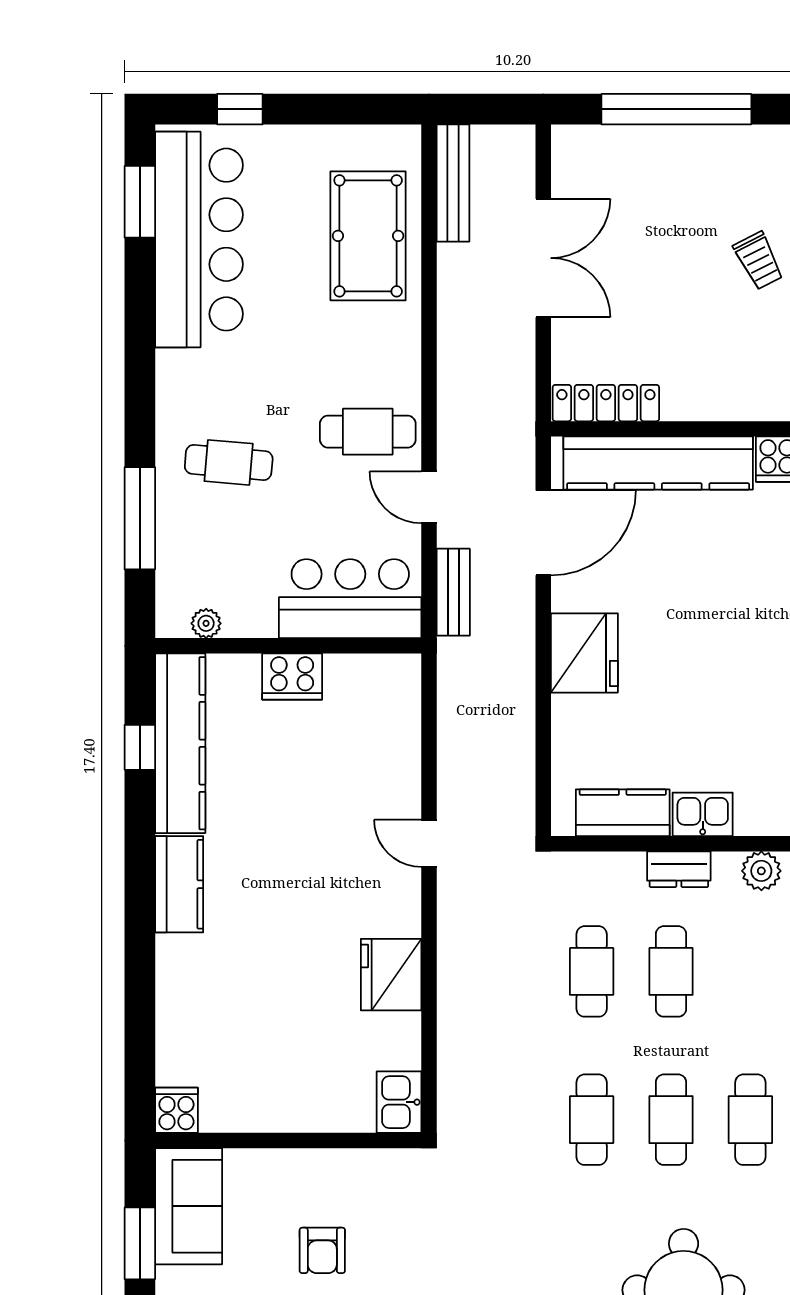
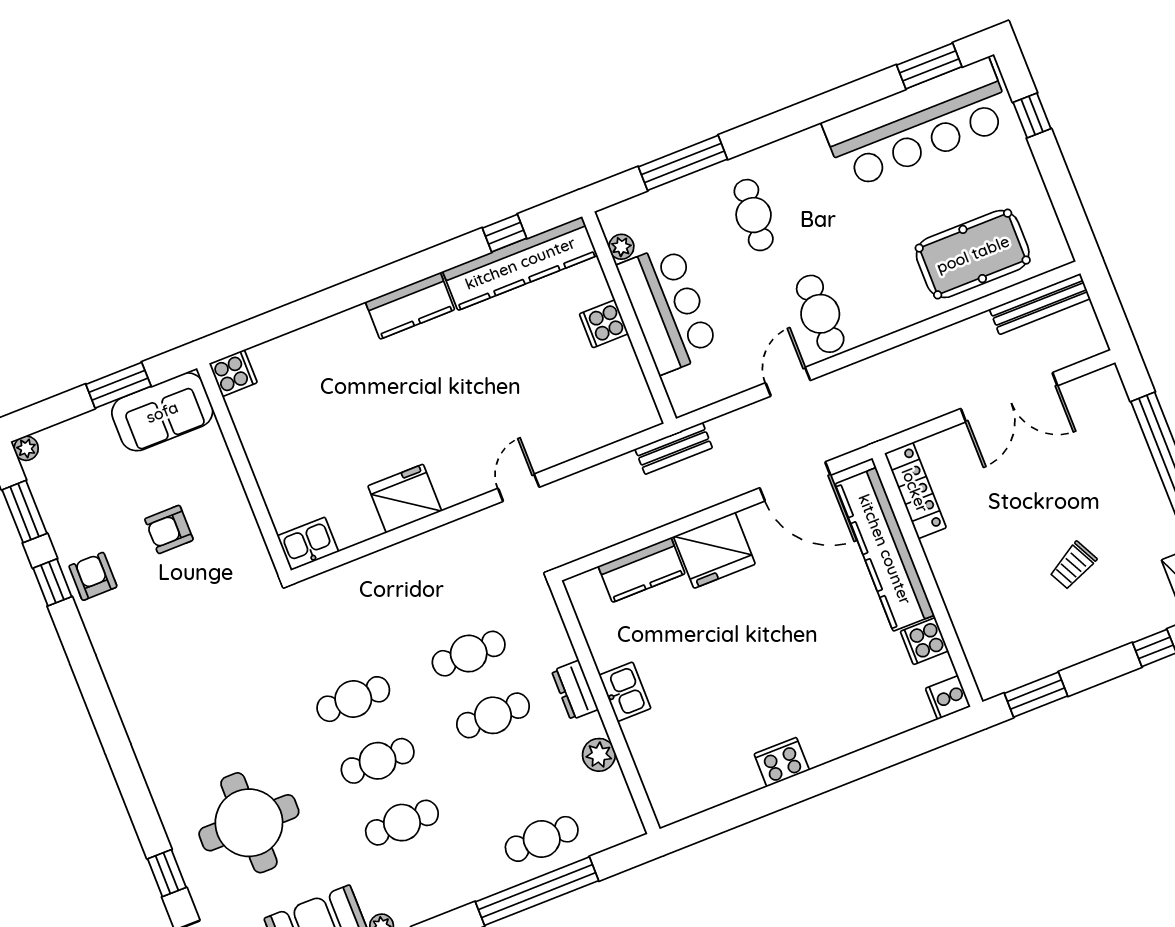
bench: (453, 592) -> (674, 448), moved
bar counter: (350, 599) -> (668, 309), moved
cooker: (292, 677) -> (604, 324), width x0.73
kitchen counter: (623, 813) -> (642, 570), moved, turned 90

